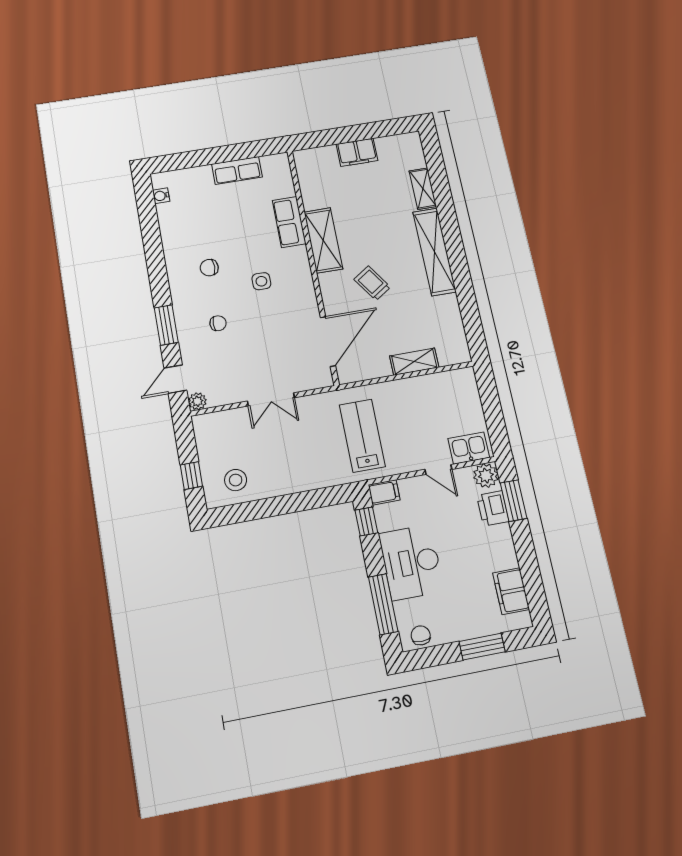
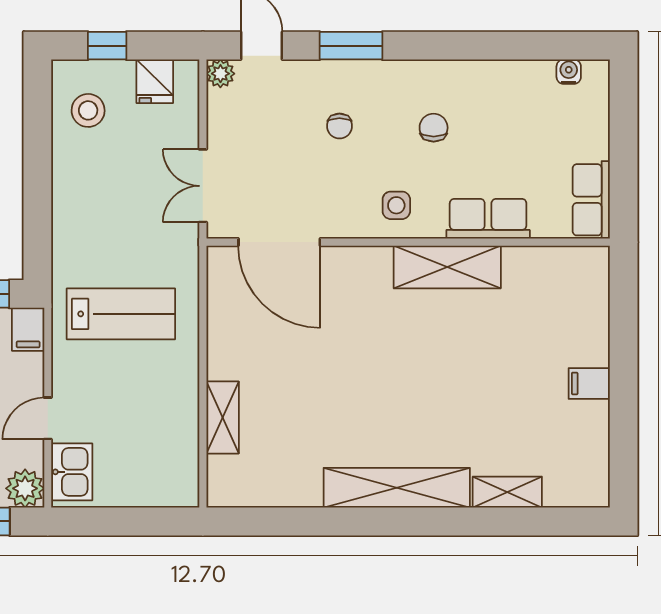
filing cabinet: (357, 152) -> (589, 383), width x0.50
row of seats: (289, 222) -> (488, 219), moved
shelving: (323, 240) -> (447, 267), moved
wall: (313, 266) -> (408, 242), moved
trolley: (372, 283) -> (362, 378), removed
door: (328, 341) -> (279, 242), moved
fridge: (209, 441) -> (155, 81), added

